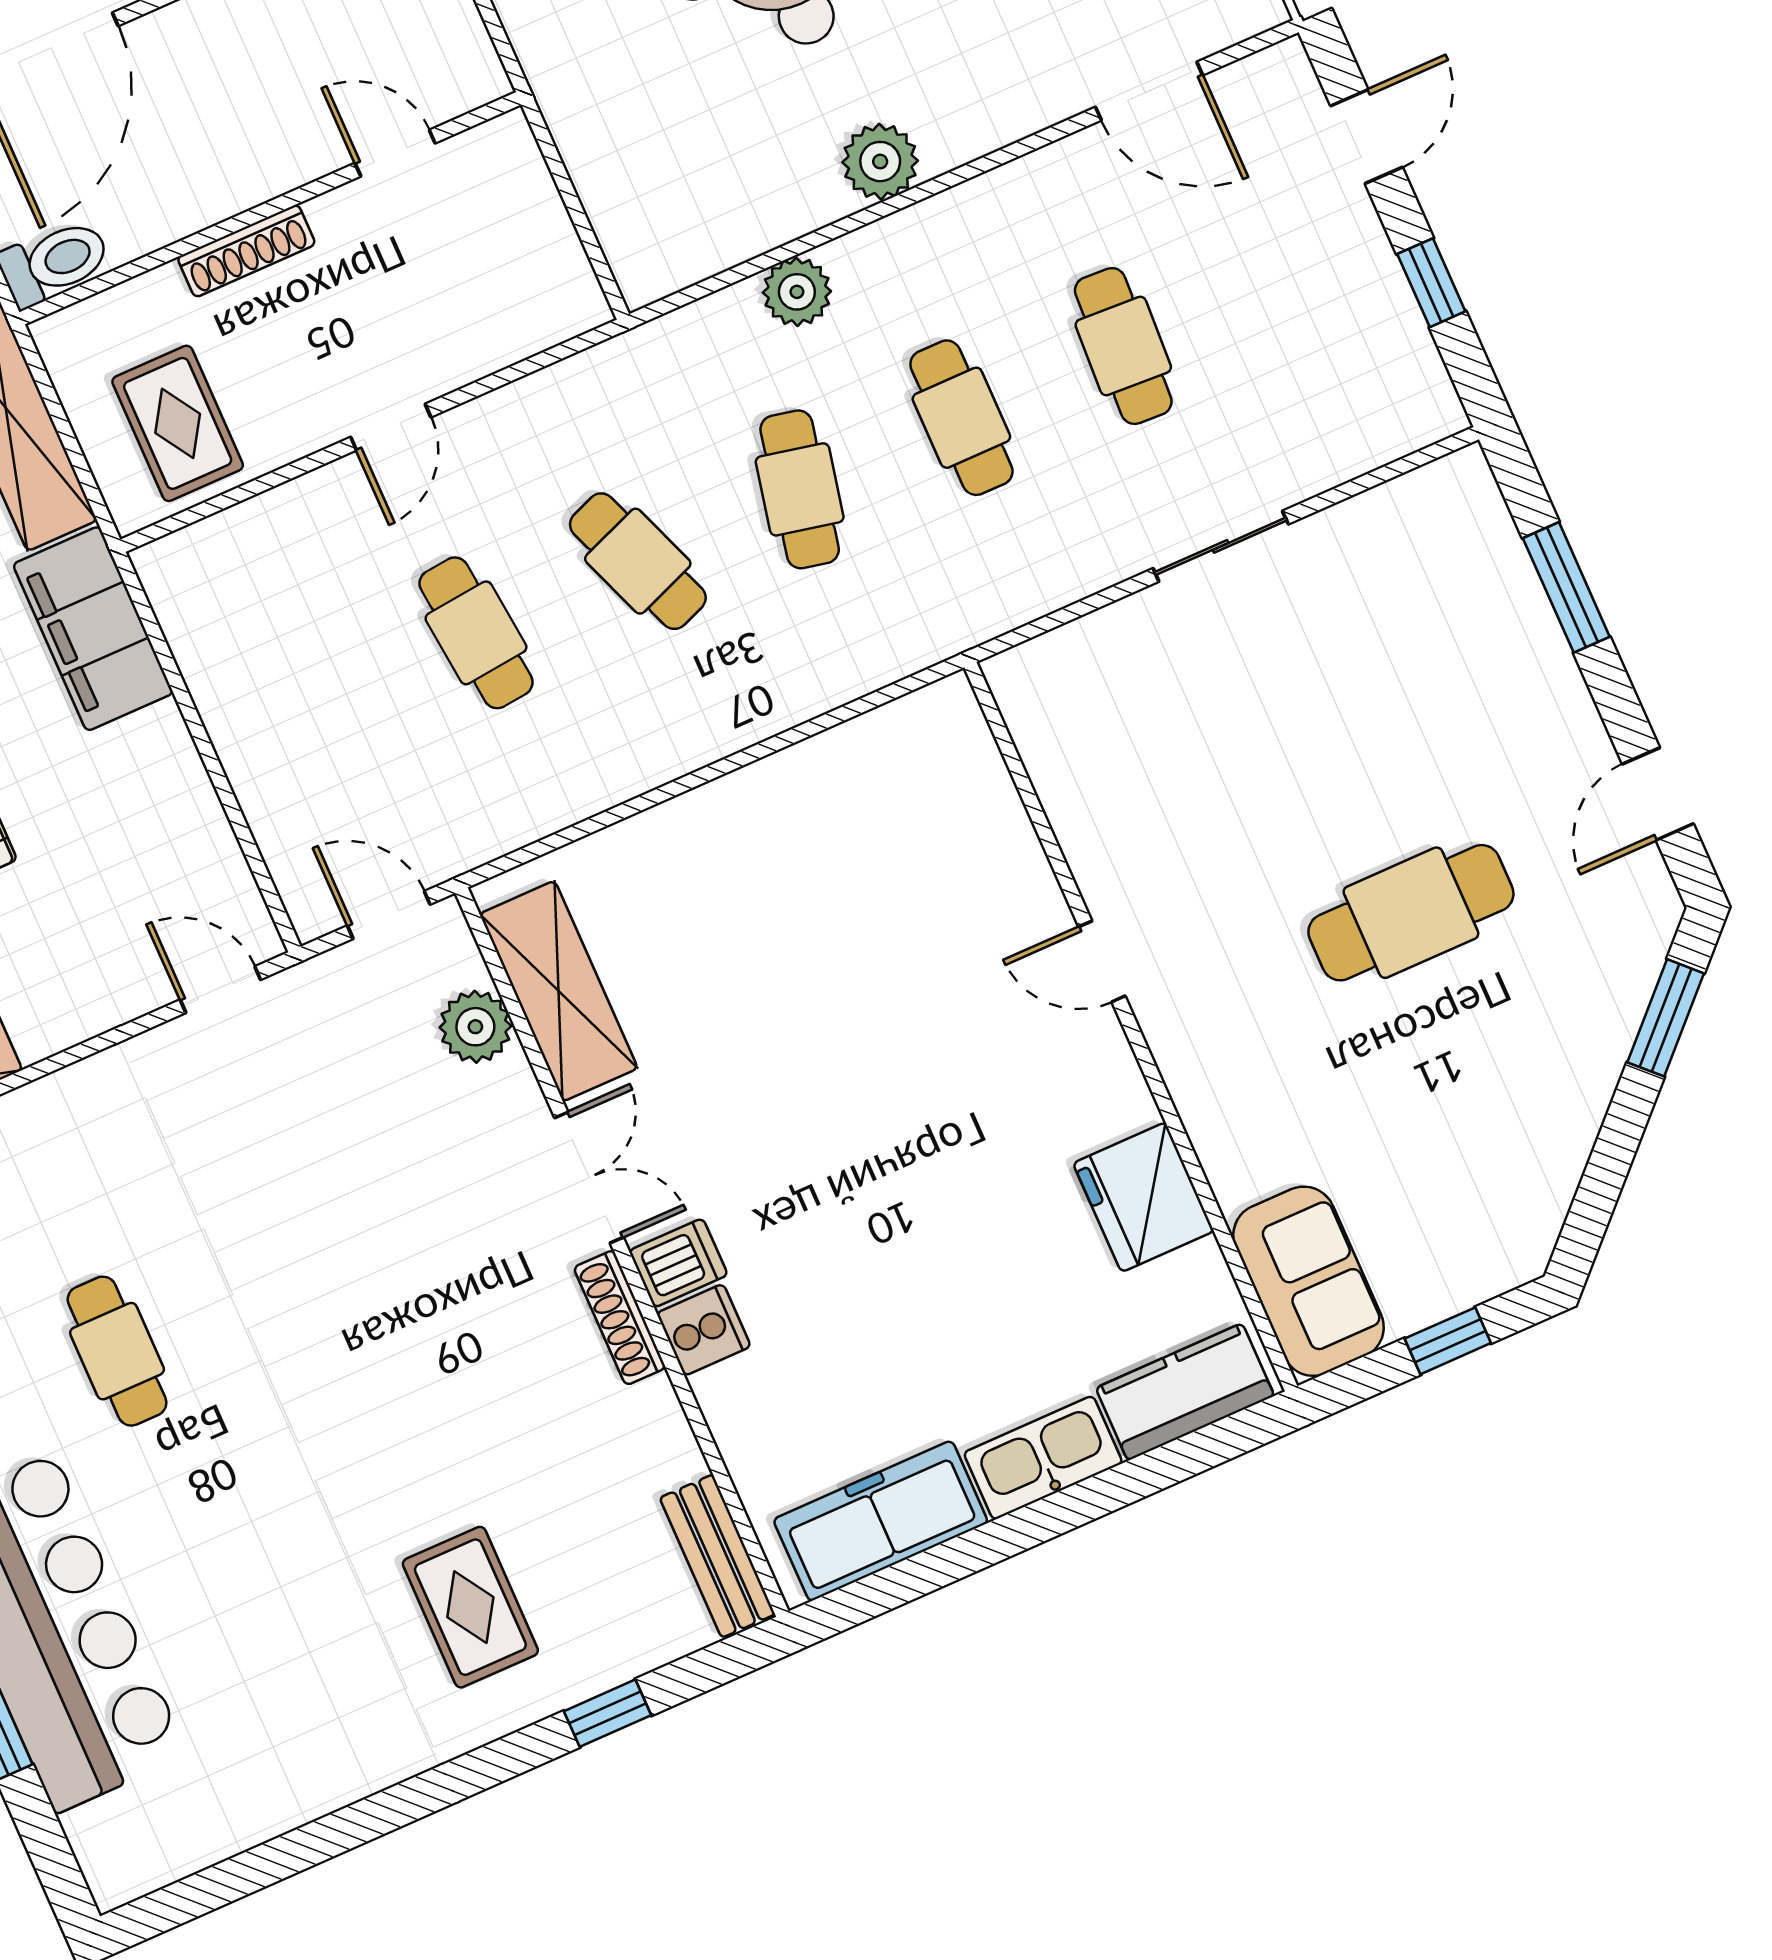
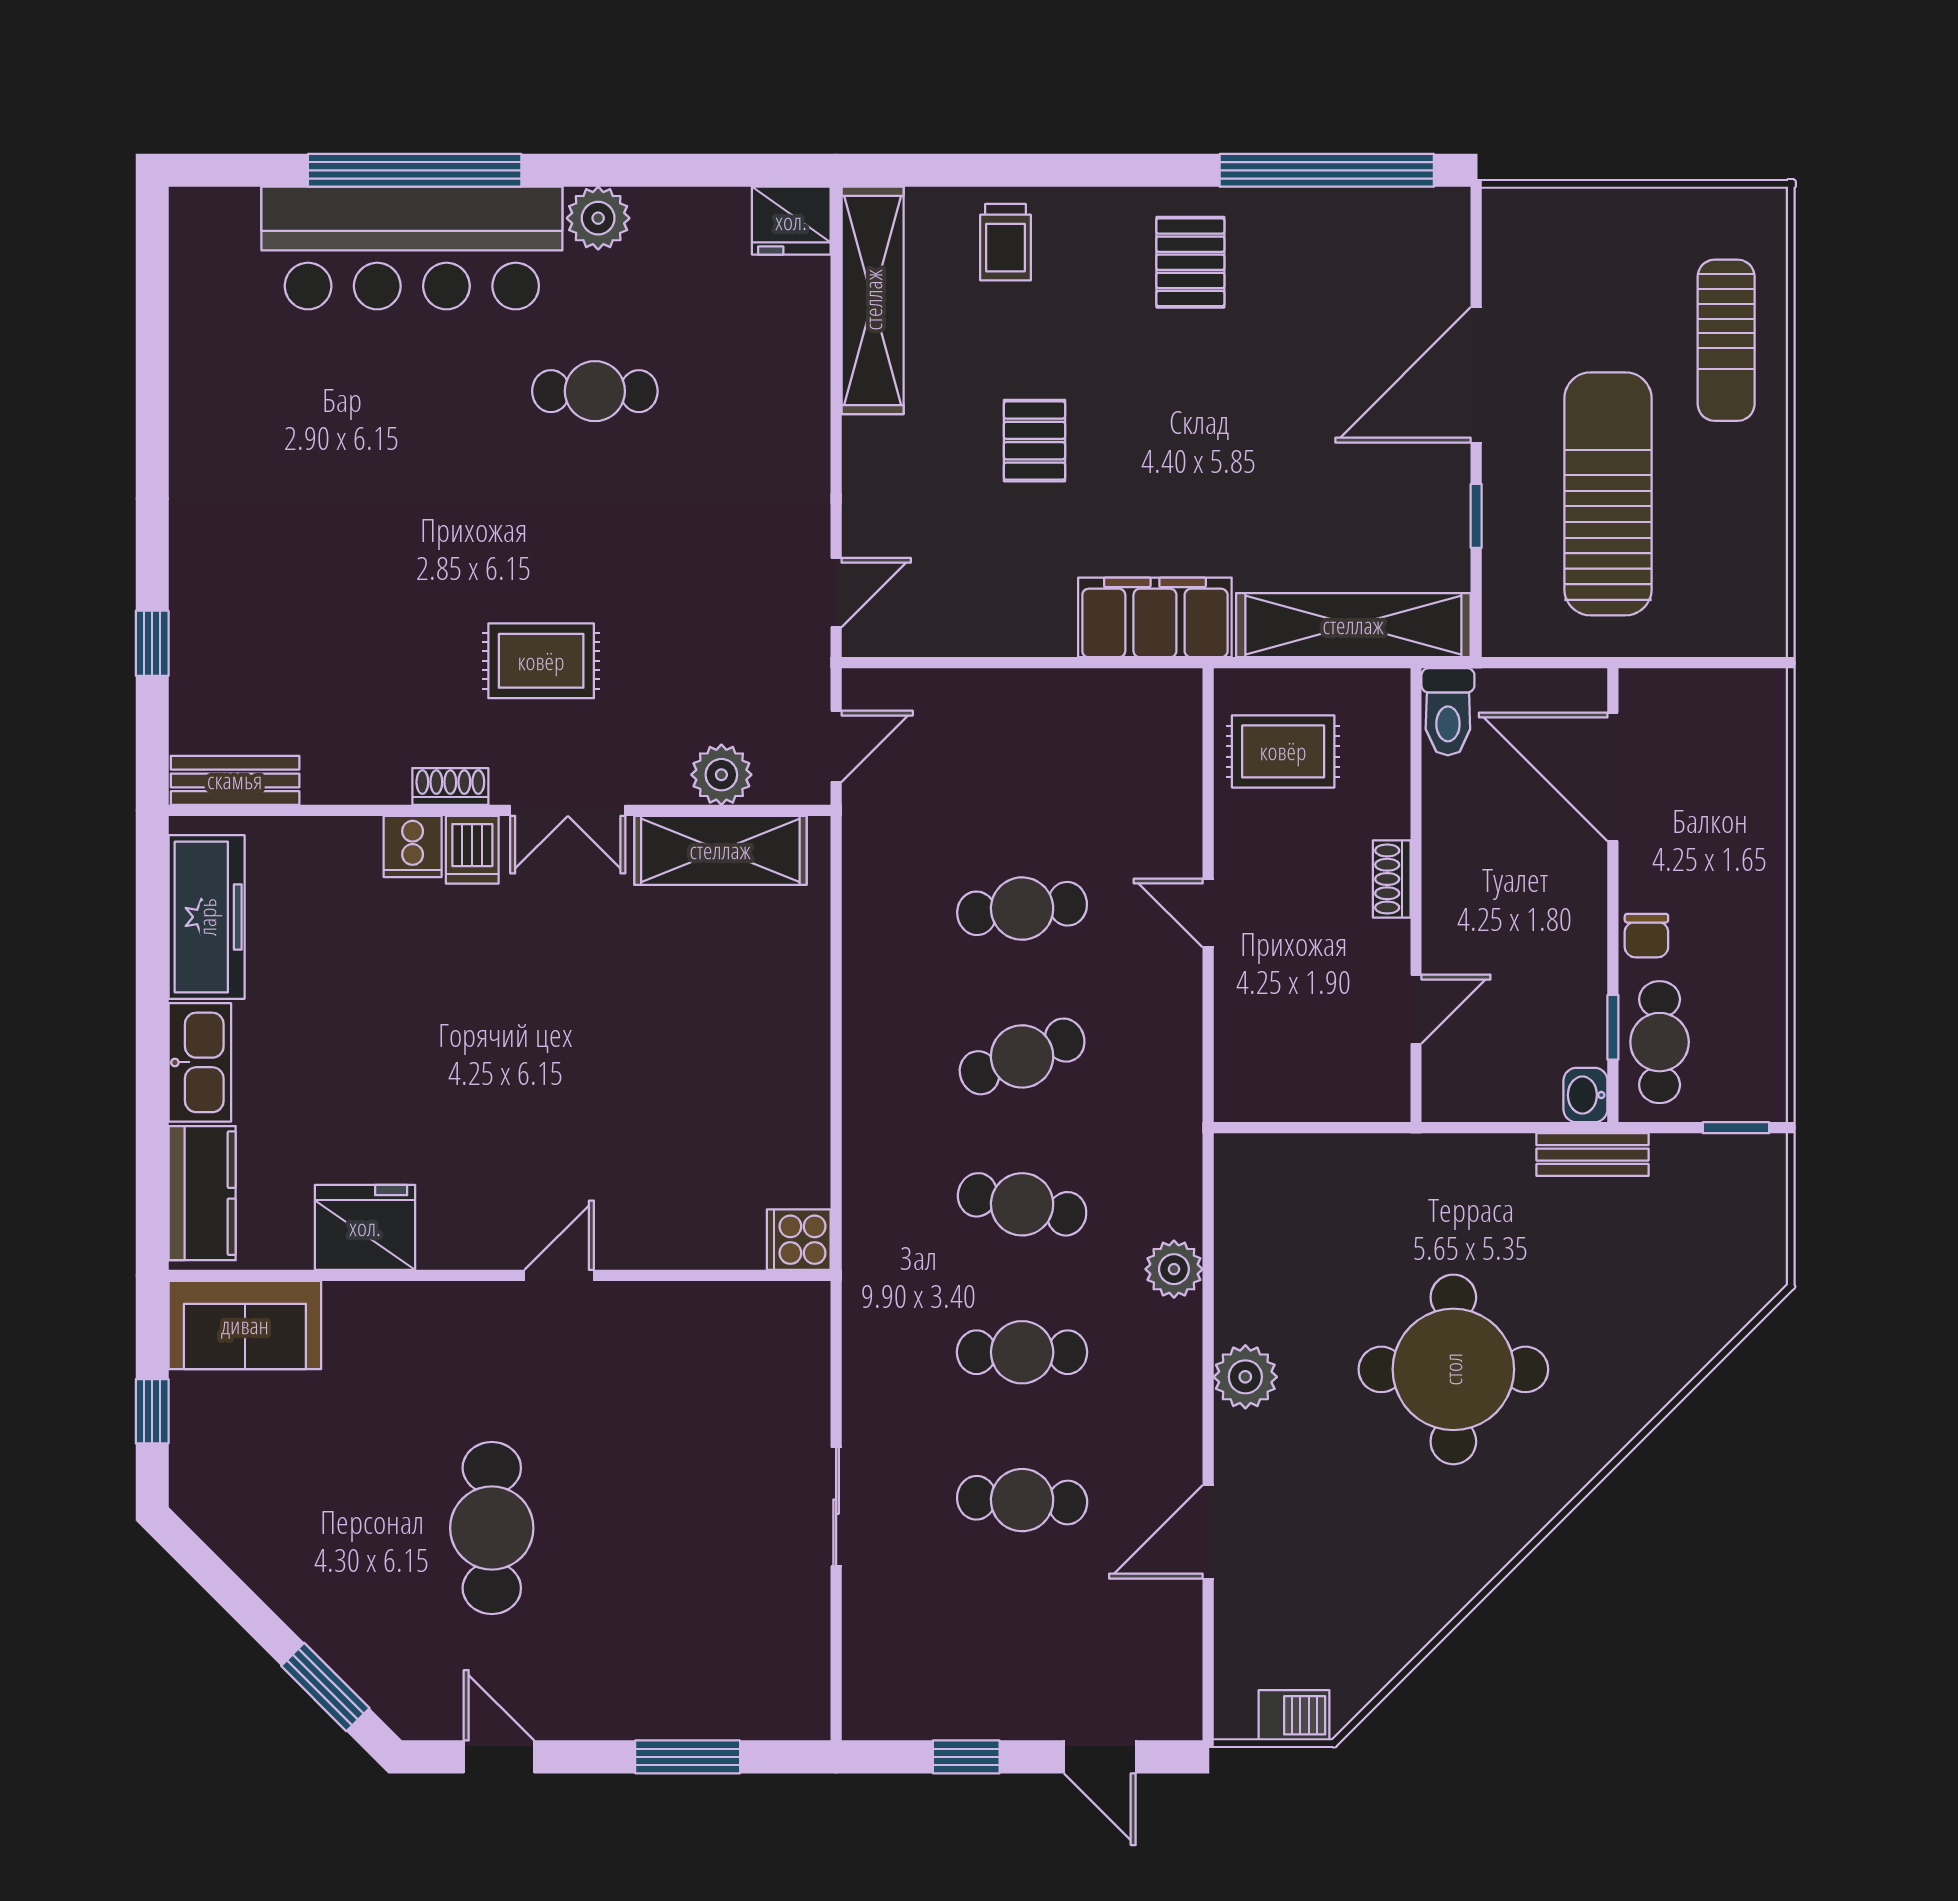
door: (1149, 91) -> (1208, 1532), moved
shoe rack: (246, 251) -> (1392, 879), width x0.70
cooker: (947, 717) -> (799, 1240), added
shoe rack: (620, 1318) -> (450, 786), width x0.70
rug: (470, 1607) -> (541, 661), moved

